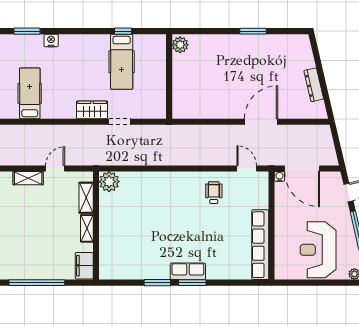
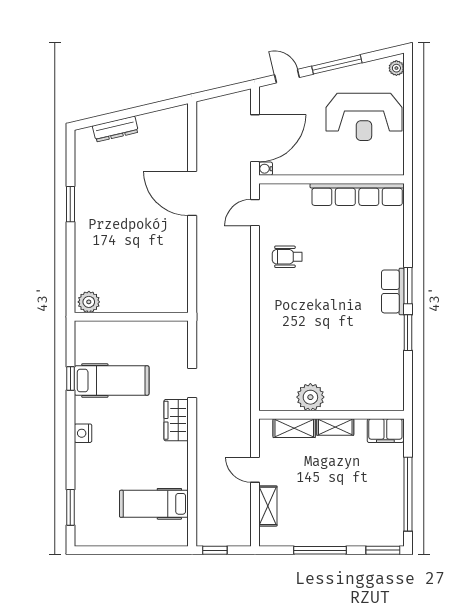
nightstand: (51, 40) -> (83, 433), moved
dresser: (314, 85) -> (115, 129), moved
plant: (109, 182) -> (310, 397), moved

